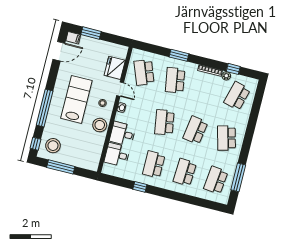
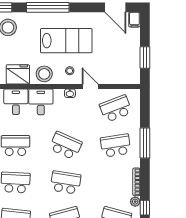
window: (91, 33) -> (145, 58), moved
window: (179, 55) -> (145, 143), width x1.44
fridge: (115, 68) -> (18, 74), moved
door: (120, 89) -> (90, 87), swing flipped
school desk: (164, 122) -> (66, 146), turned 33

